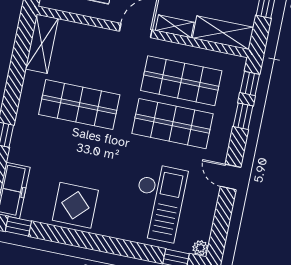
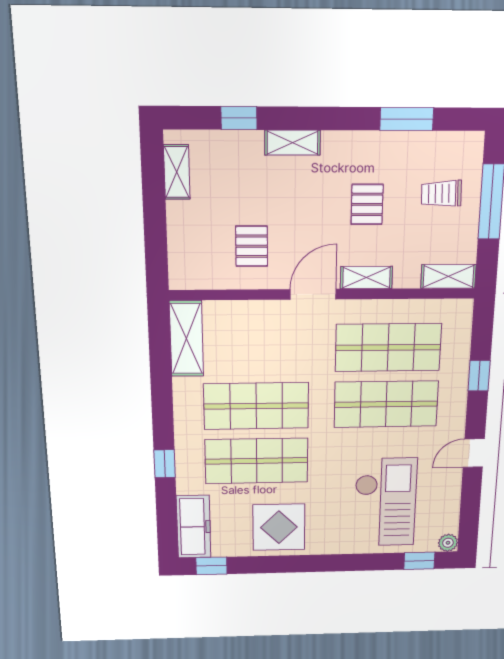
shelving: (223, 33) -> (448, 276), width x0.67, depth x0.75
window: (250, 83) -> (482, 332), removed
shop shelf: (70, 147) -> (257, 461), added
door: (231, 177) -> (474, 453), hinge flipped

